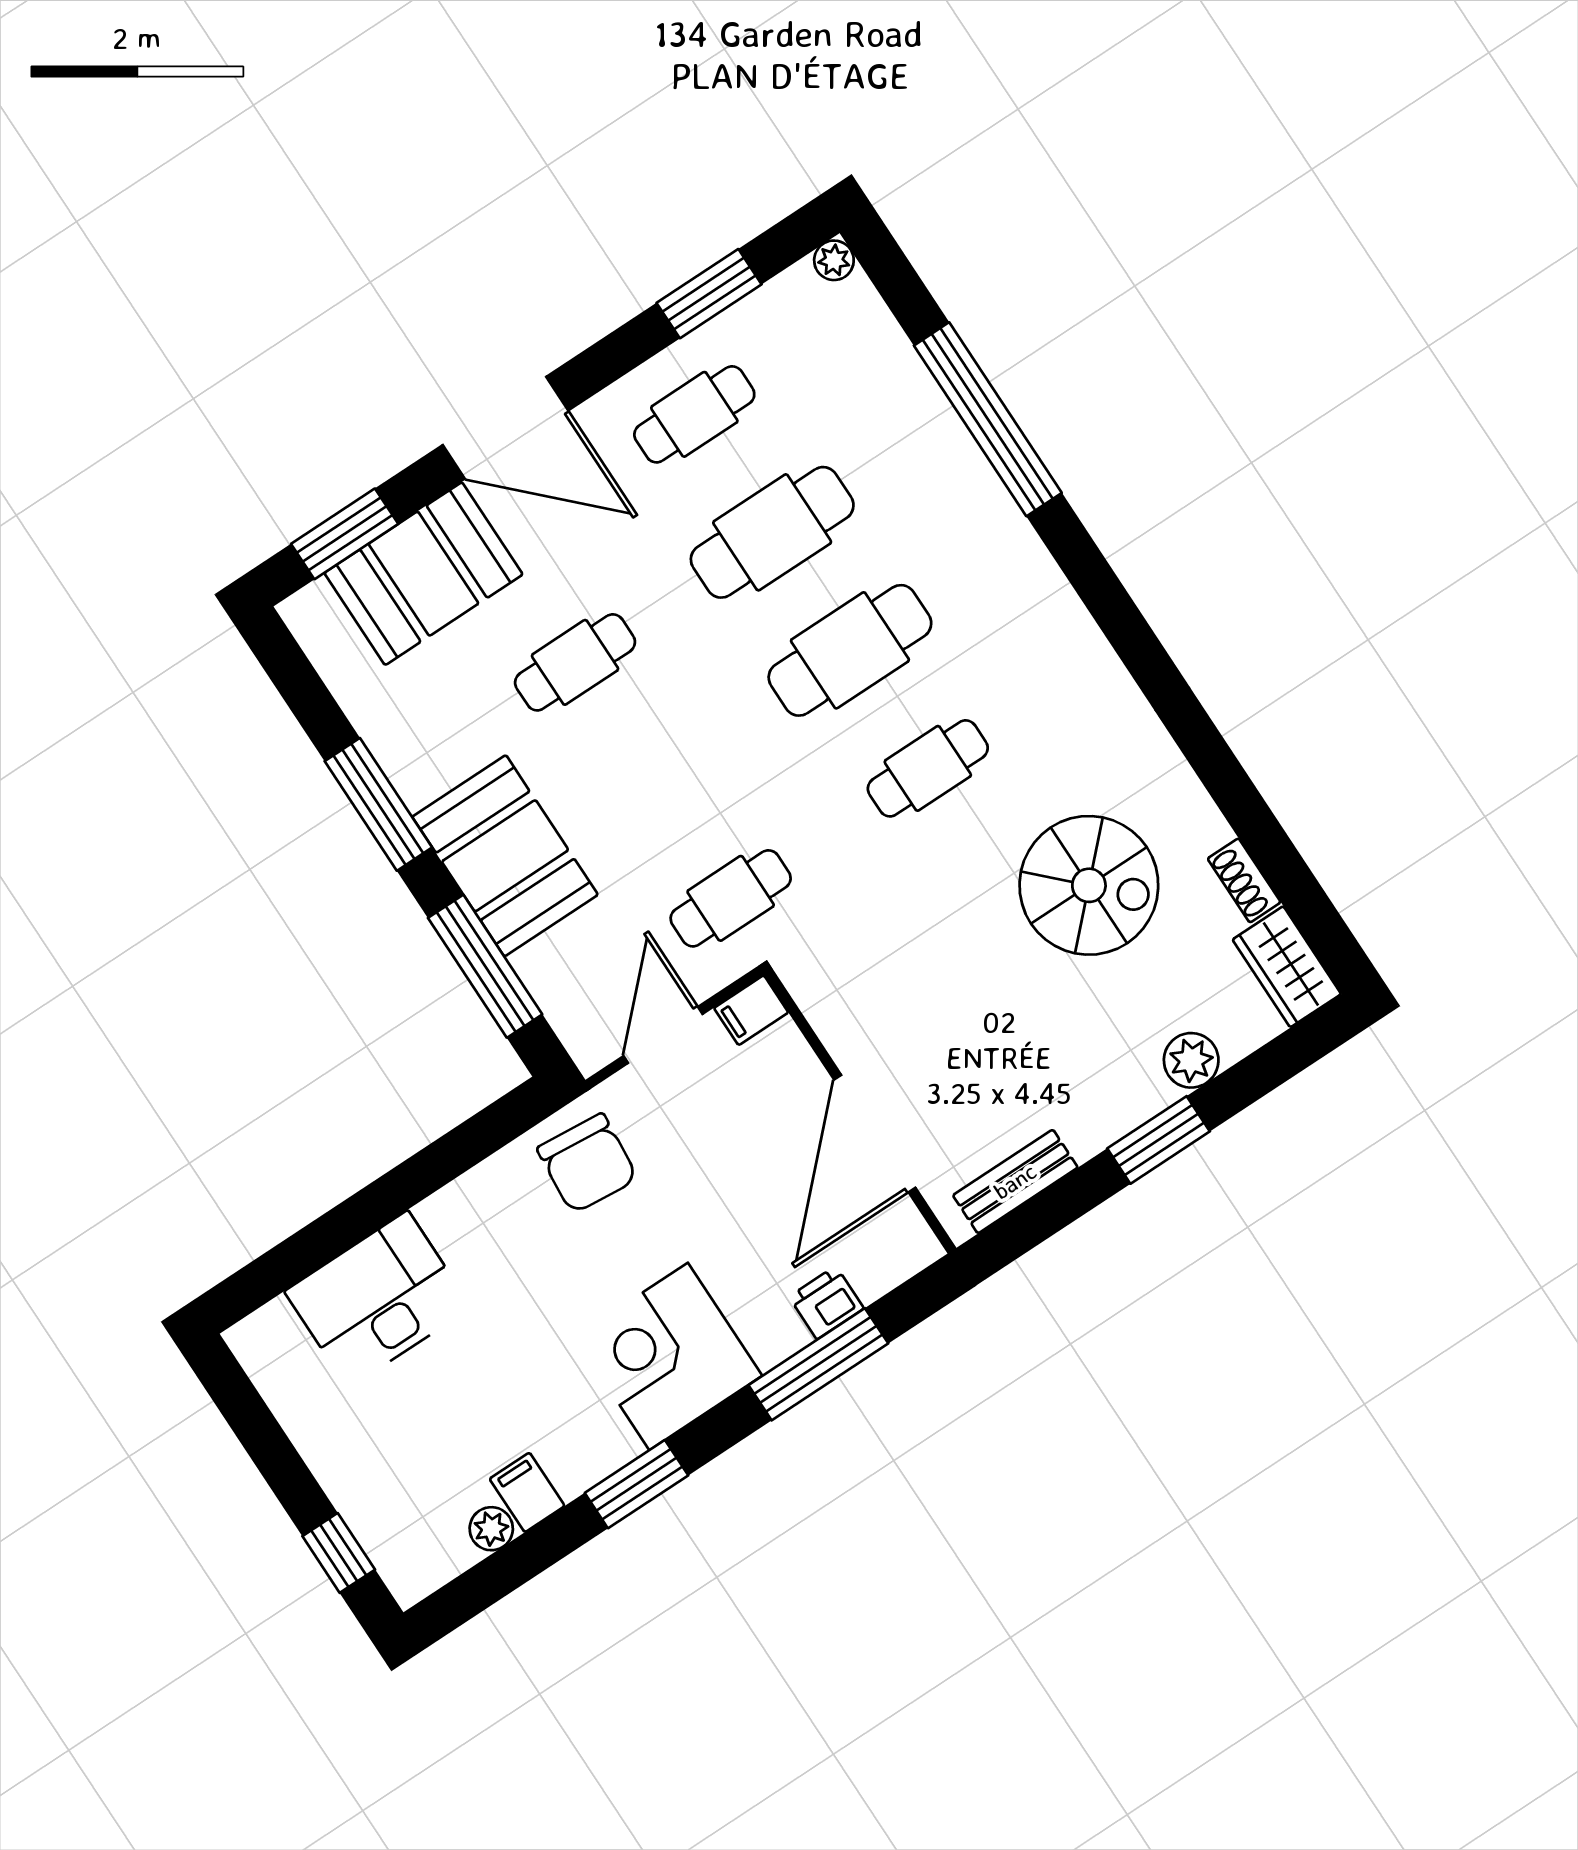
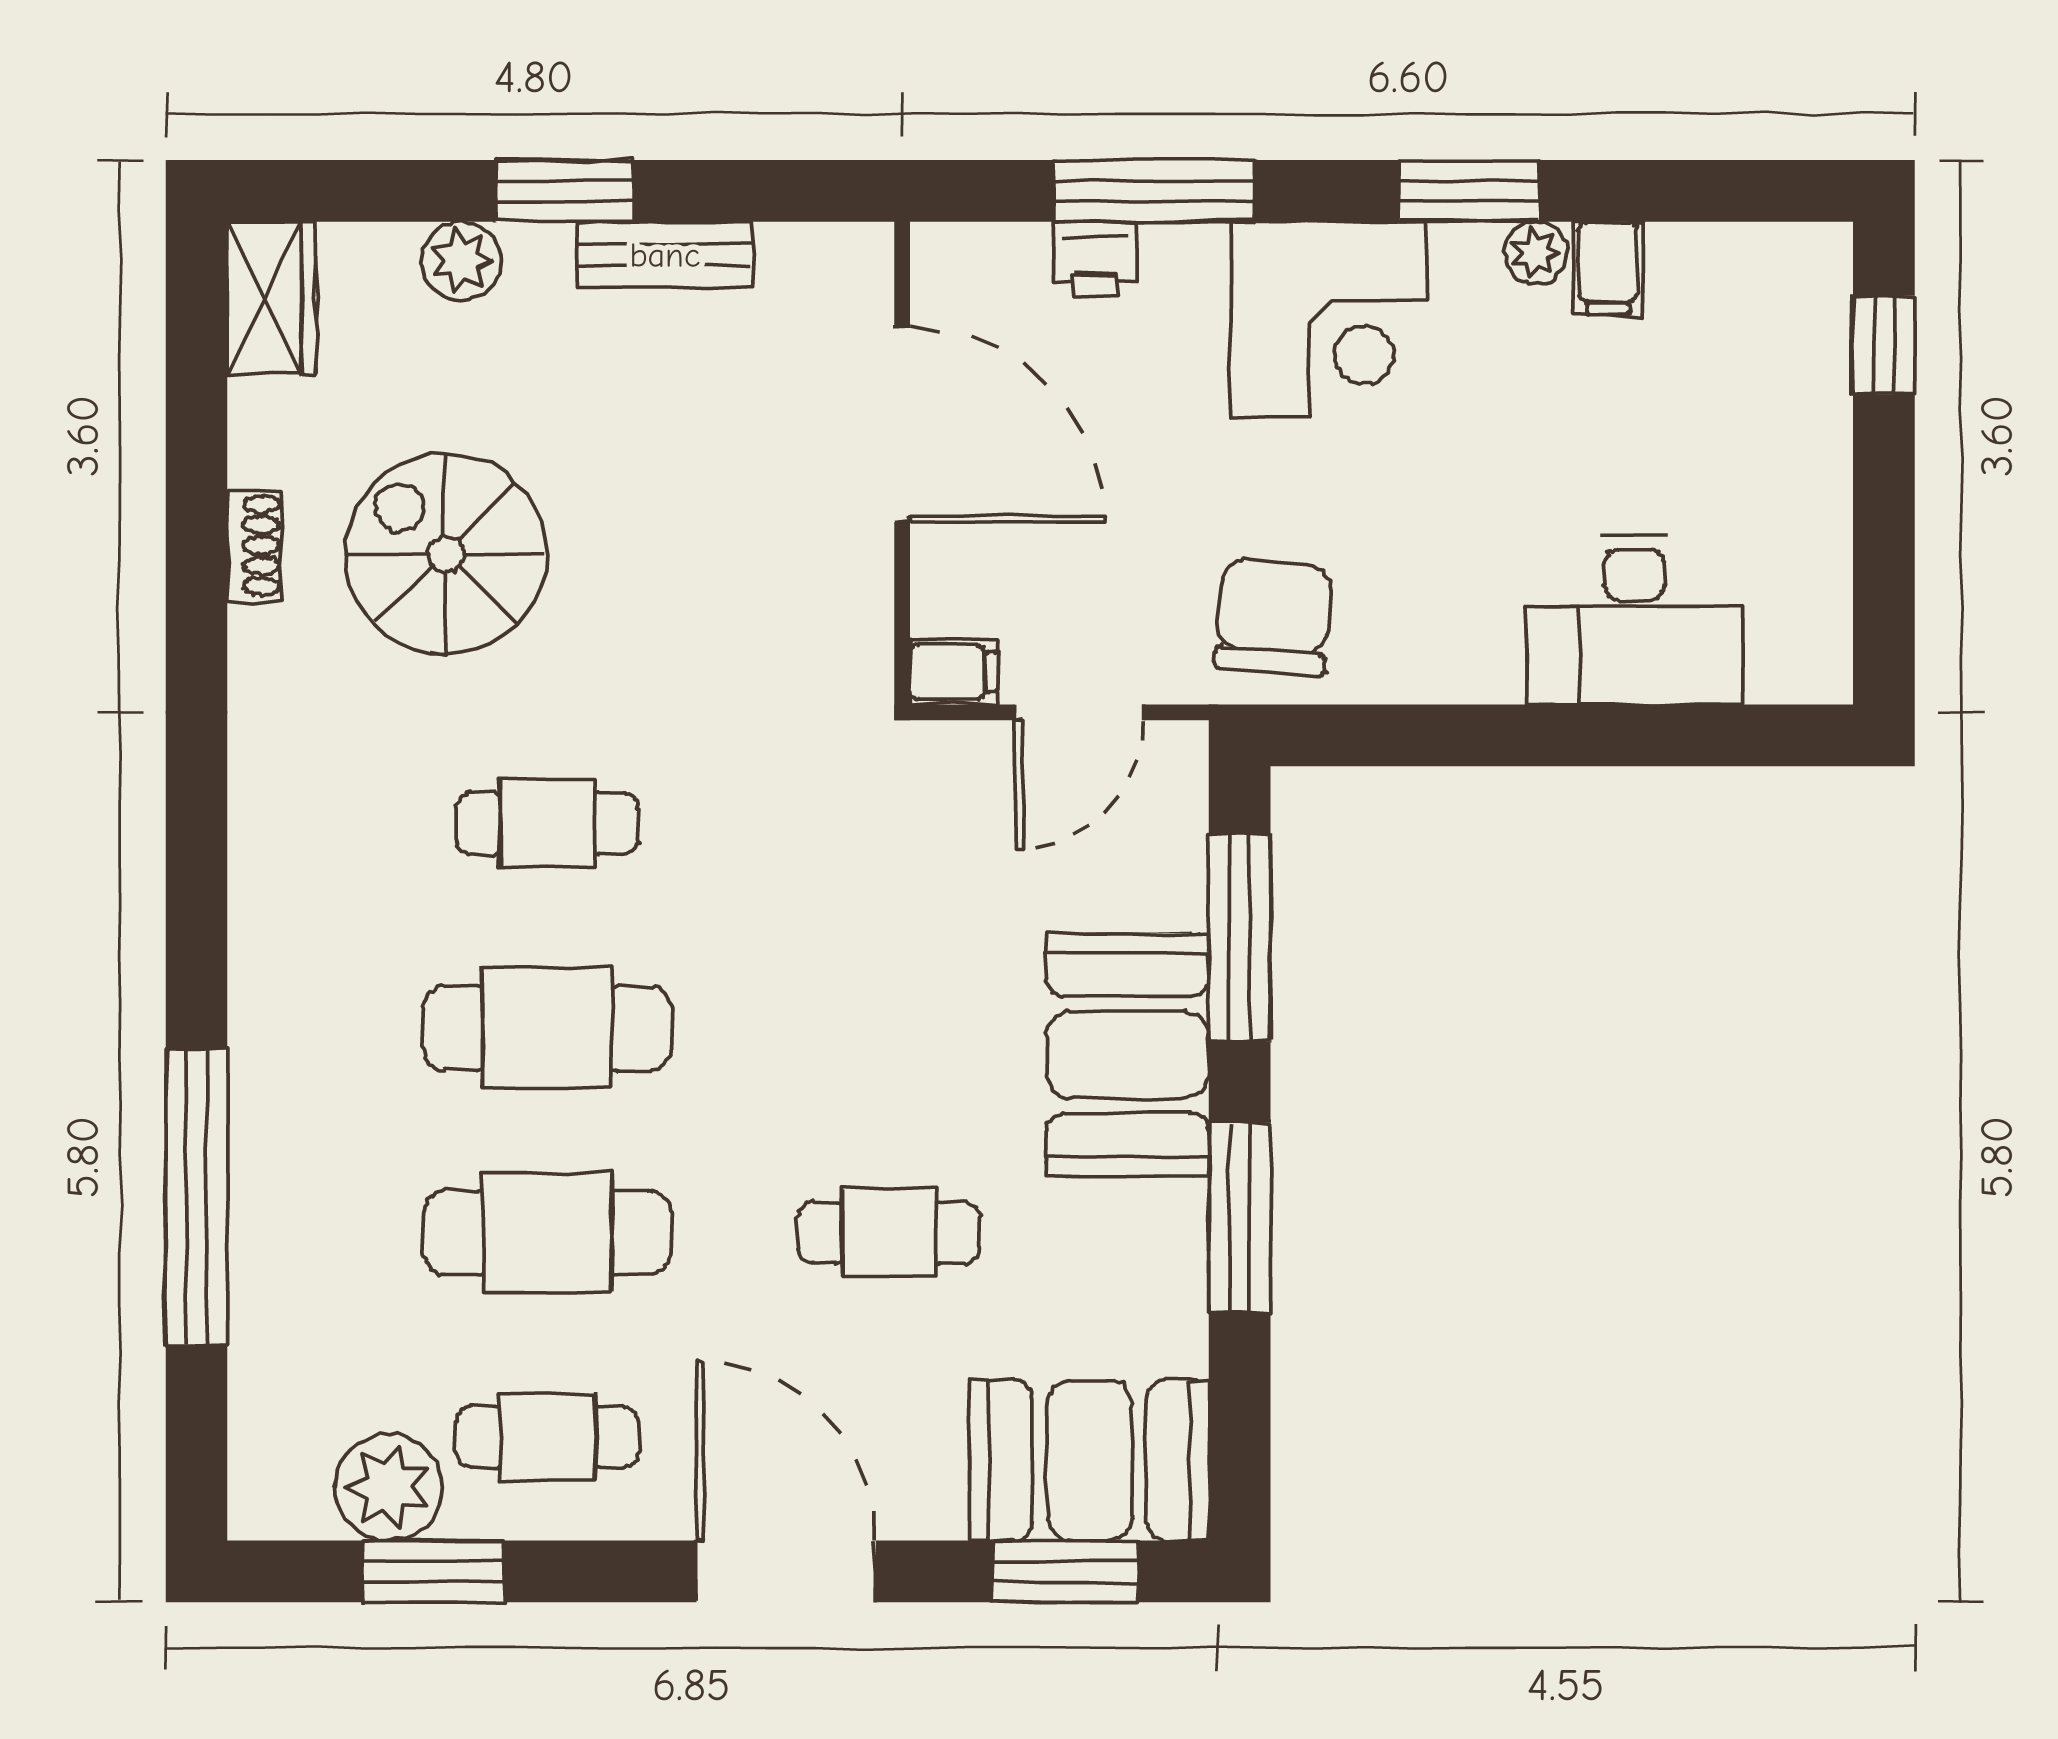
plant: (834, 260) -> (389, 1487), moved, width x1.87, depth x1.87
booth: (424, 574) -> (1089, 1461), moved
shoe rack: (1244, 880) -> (254, 545), moved
cafe table: (731, 898) -> (889, 824), removed
door: (875, 1134) -> (902, 425), hinge flipped
bench: (1015, 1181) -> (665, 255), moved
plant: (491, 1529) -> (1536, 253), moved

